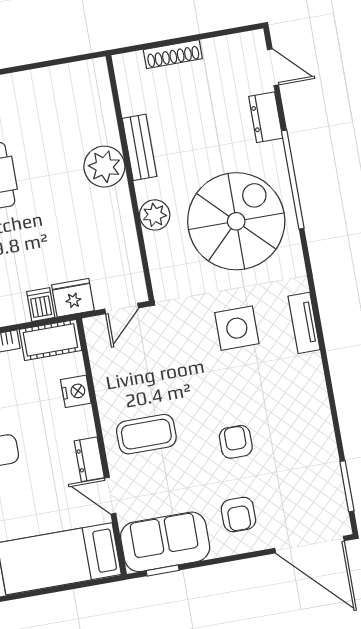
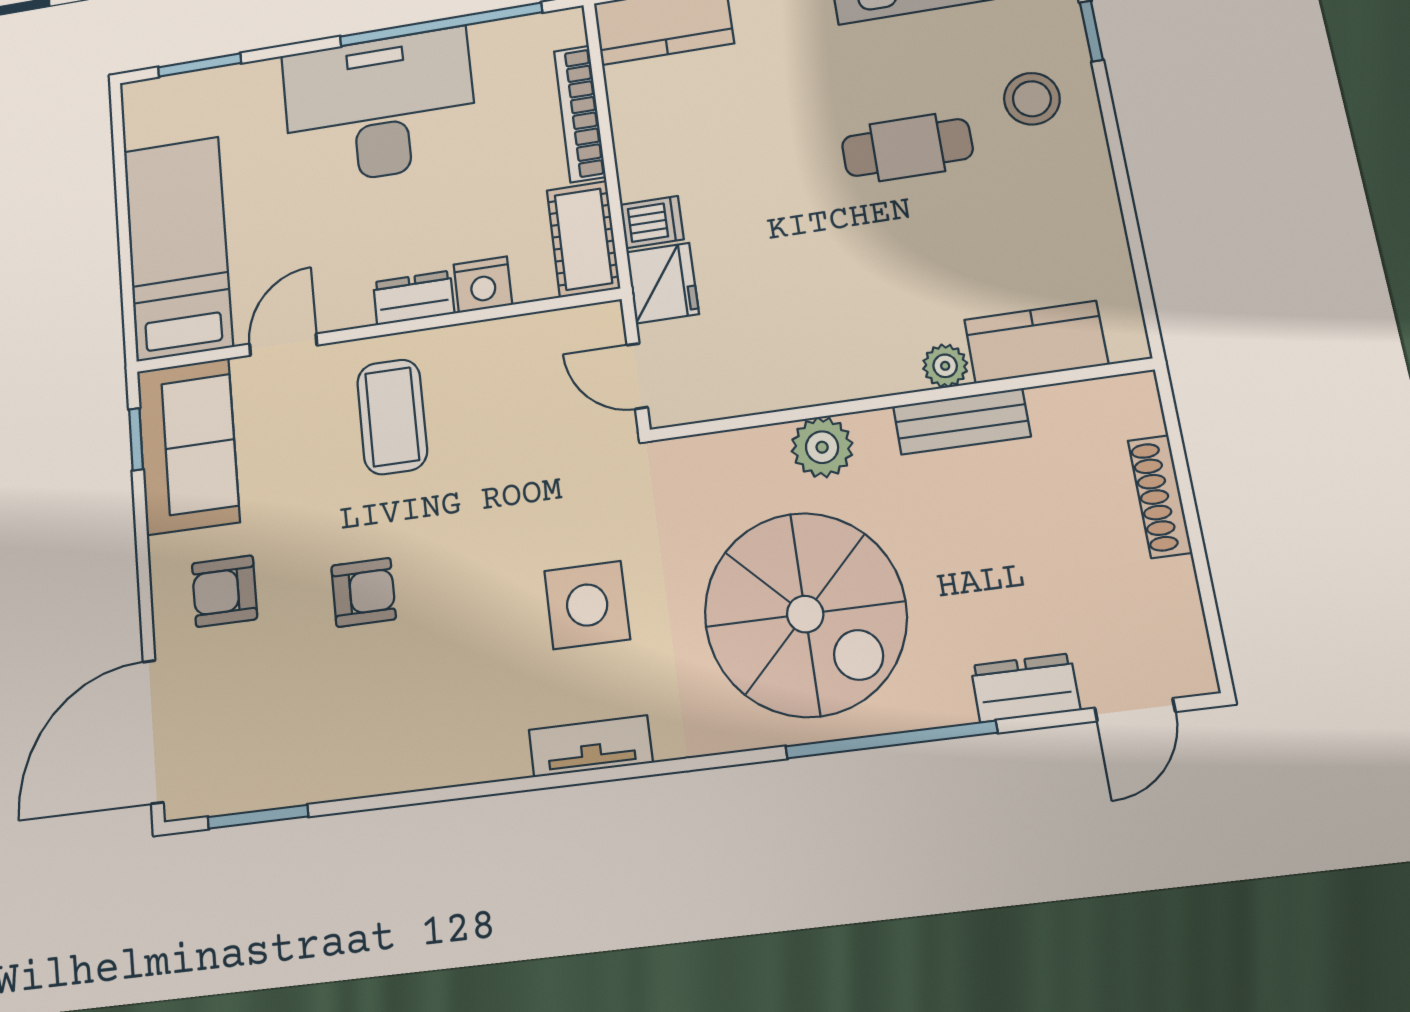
kitchen counter: (99, 112) -> (1036, 342), added
plant: (104, 167) -> (945, 366), width x0.53, depth x0.53
dresser: (89, 459) -> (414, 298), moved

